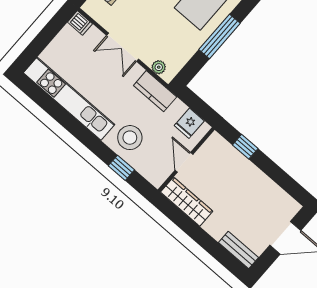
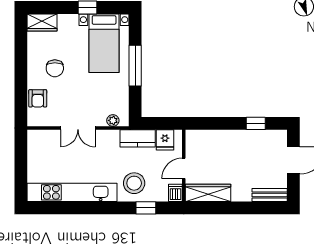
dishwasher: (80, 23) -> (175, 193), moved, turned -90
kitchen counter: (155, 91) -> (138, 138), moved
window: (245, 147) -> (256, 123), moved
door: (184, 162) -> (184, 168), hinge flipped

